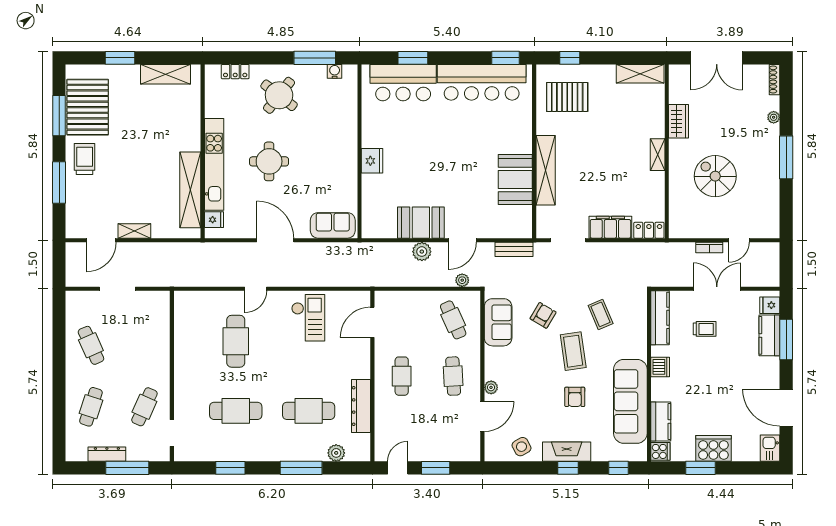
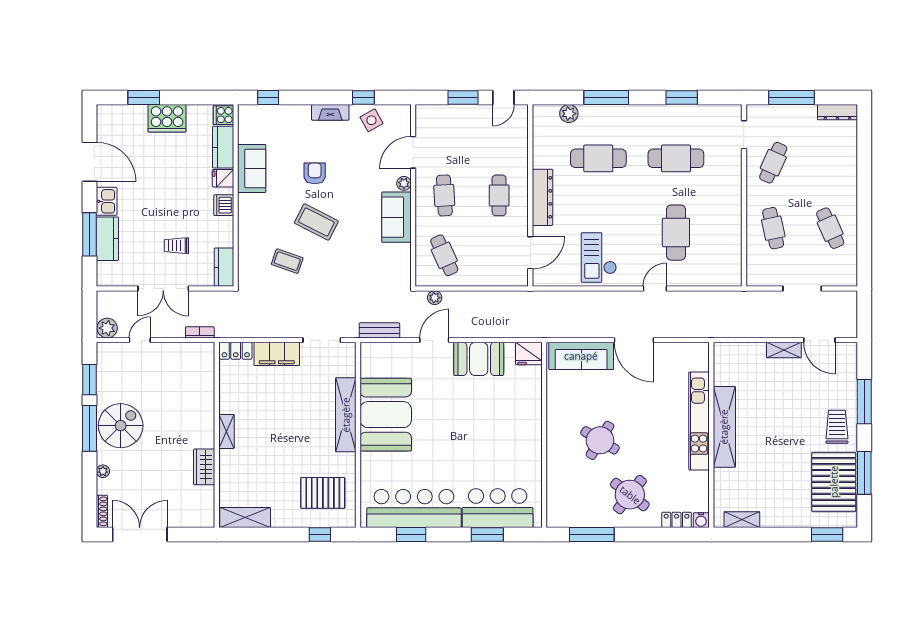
window: (120, 58) -> (827, 535), moved
window: (505, 58) -> (411, 535), moved
double door: (717, 58) -> (140, 535), moved
water cooler: (335, 71) -> (701, 520), moved
shelving: (166, 74) -> (742, 520), width x0.67, depth x0.75
trolley: (85, 159) -> (837, 427), turned 180
round table: (269, 161) -> (600, 440), moved, turned 31
fridge: (372, 161) -> (529, 354), moved, turned -90
spiral stairs: (715, 176) -> (121, 426), moved, turned -90
booth: (515, 179) -> (386, 415), width x1.36, depth x1.42
shelving: (190, 190) -> (724, 427), moved
window: (786, 203) -> (90, 380), added
fridge: (214, 220) -> (699, 362), removed
sofa: (333, 225) -> (581, 356), width x1.36
door: (101, 240) -> (819, 340), swing flipped
bookcase: (709, 248) -> (200, 332), moved
plant: (422, 252) -> (107, 328), moved
fridge: (770, 305) -> (223, 178), moved, turned 180
coffee table: (601, 314) -> (287, 261), turned -48
armchair: (543, 315) -> (348, 260), removed
kitchen counter: (660, 318) -> (224, 267), width x0.67
sofa: (498, 322) -> (396, 217), moved
coffee table: (573, 351) -> (316, 222), turned -55
sofa: (630, 401) -> (252, 168), width x0.54, depth x0.79
dresser: (361, 406) -> (542, 197), moved
cafe table: (91, 407) -> (773, 228), moved, turned -30
kitchen sink: (770, 448) -> (107, 201), moved
fireplace: (567, 452) -> (330, 112), width x0.73, depth x0.76
dresser: (107, 454) -> (837, 112), moved
window: (568, 468) -> (363, 98), moved
window: (701, 468) -> (144, 98), moved

